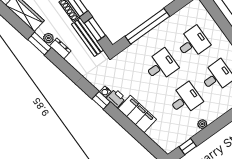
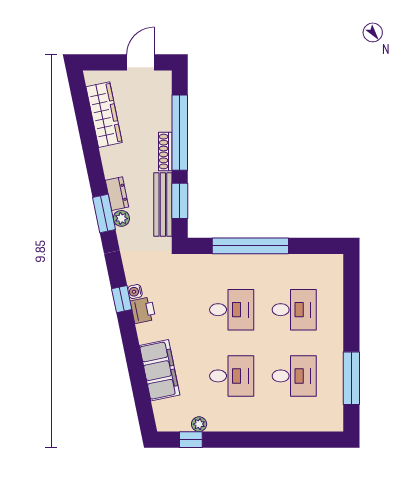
plant: (48, 38) -> (121, 218), moved
window: (40, 44) -> (104, 213), moved
filing cabinet: (137, 114) -> (160, 370), moved
plant: (202, 124) -> (199, 424), moved

